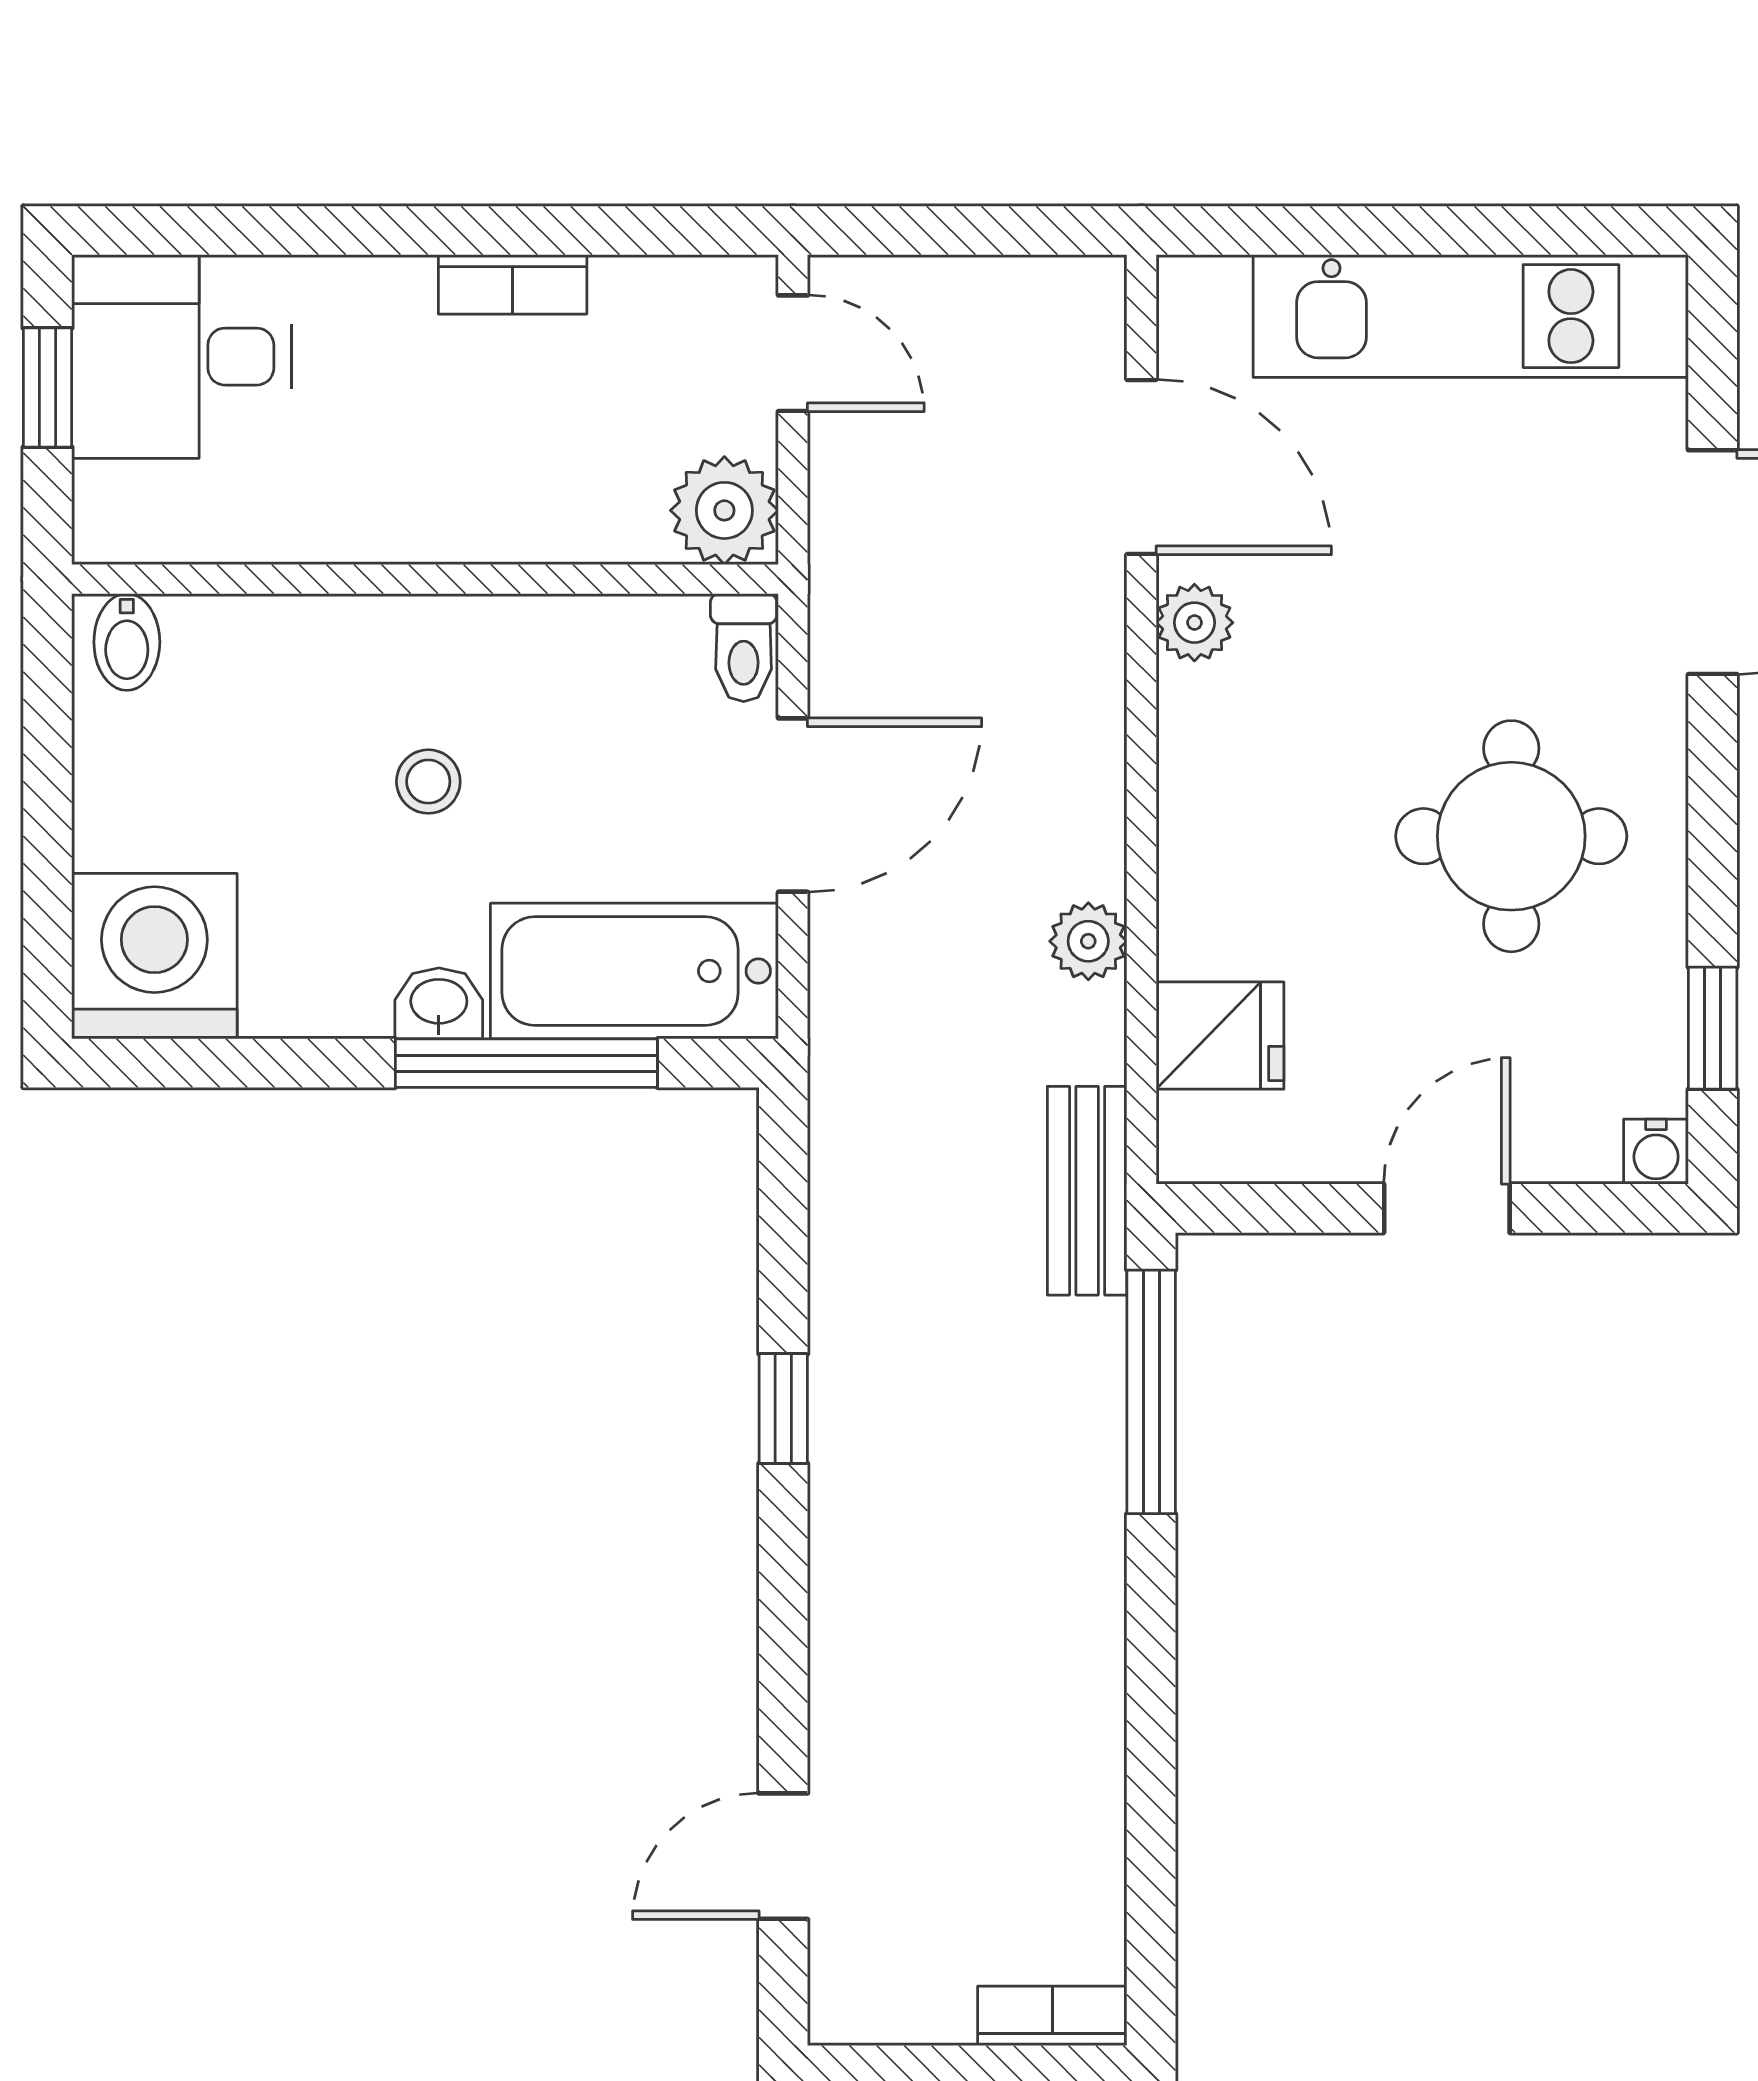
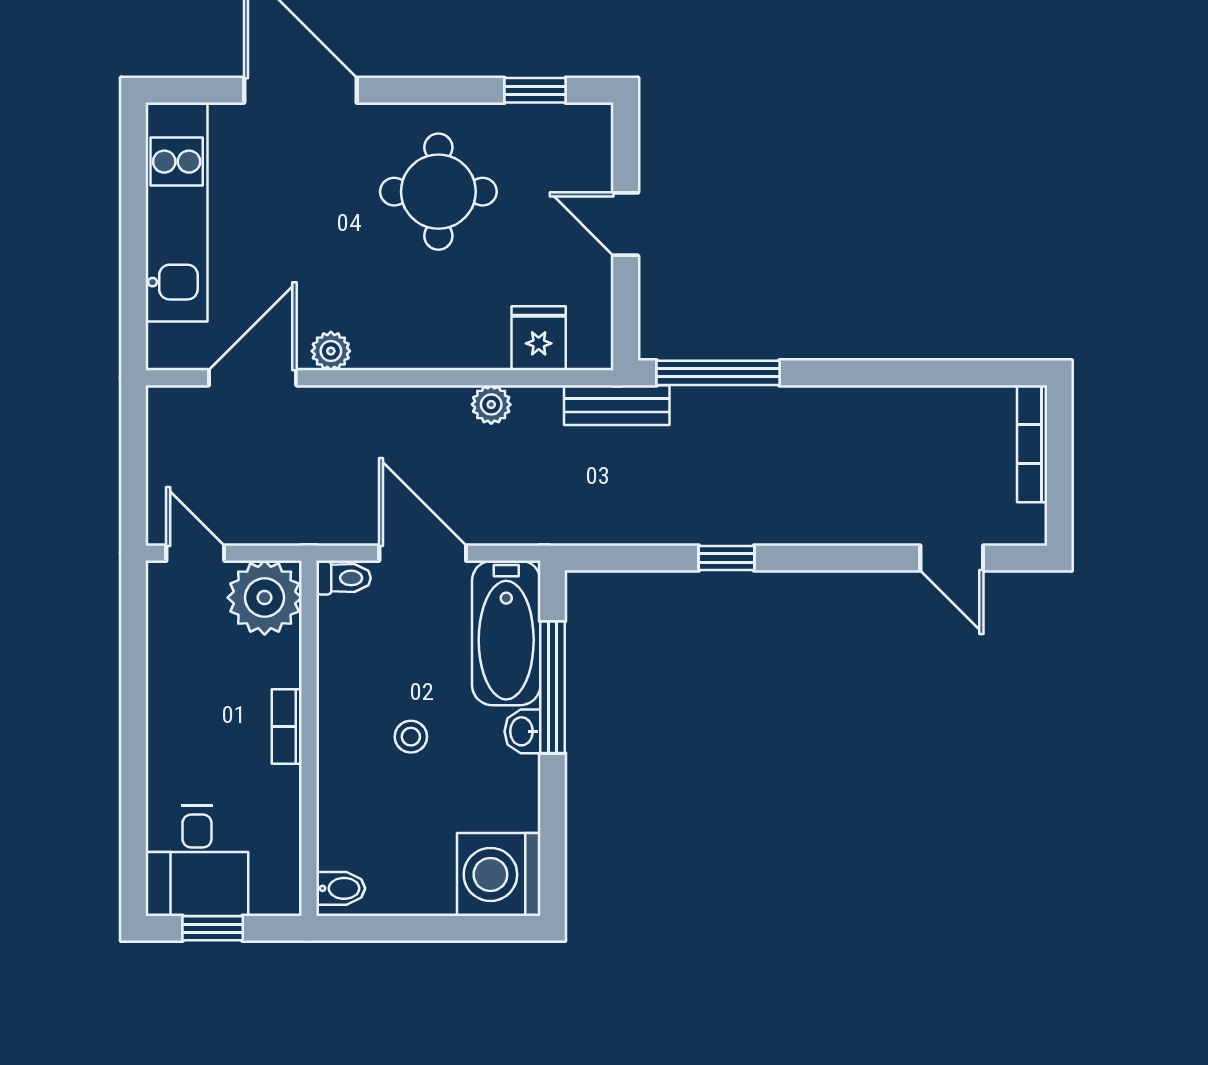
bookcase: (513, 284) -> (287, 727), moved, turned 180
door: (793, 353) -> (195, 553), hinge flipped
plant: (724, 510) -> (265, 598), width x1.36, depth x1.36
water cooler: (1656, 1152) -> (597, 119), removed
bookcase: (1052, 2016) -> (1032, 444), width x1.56

